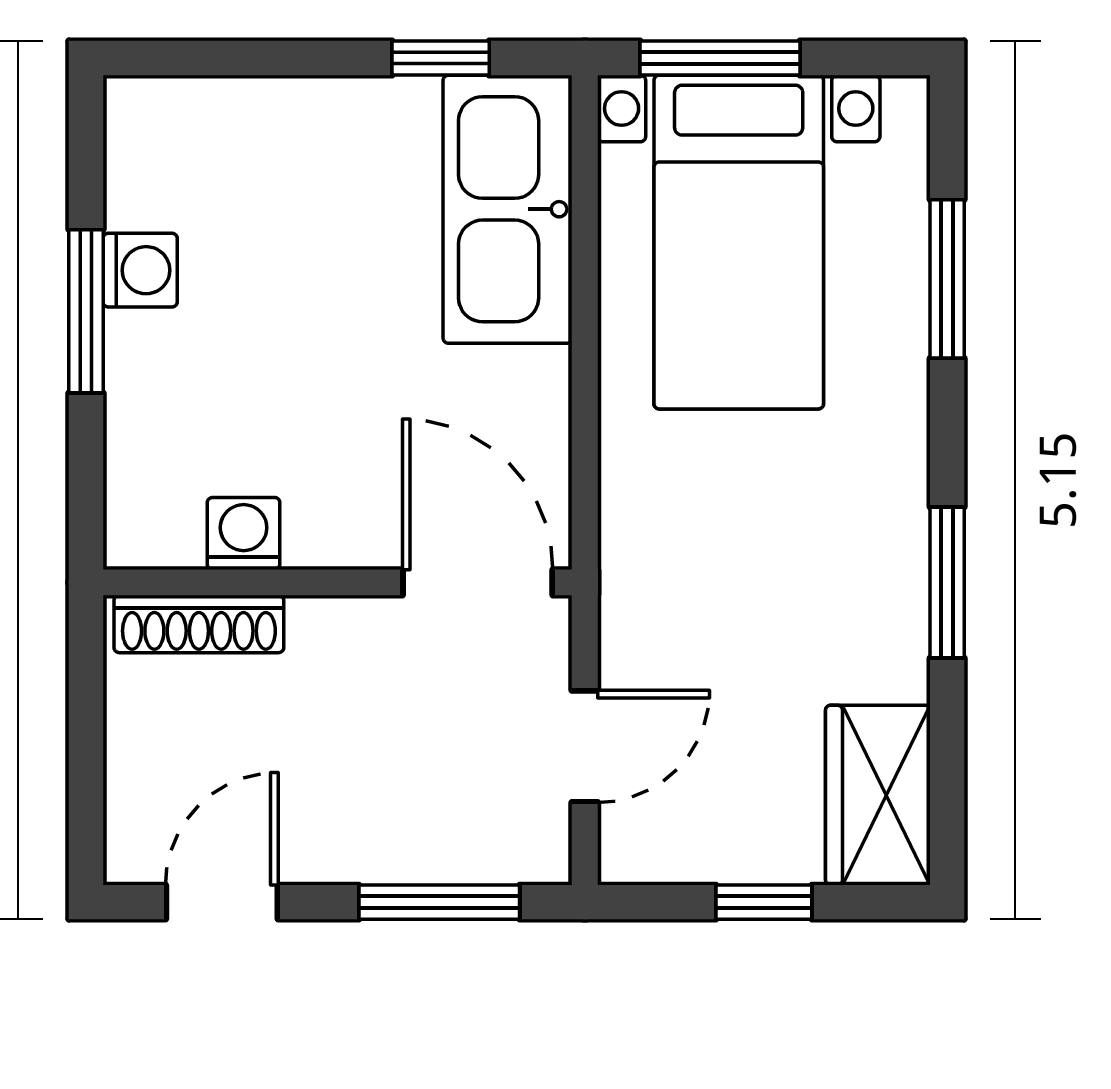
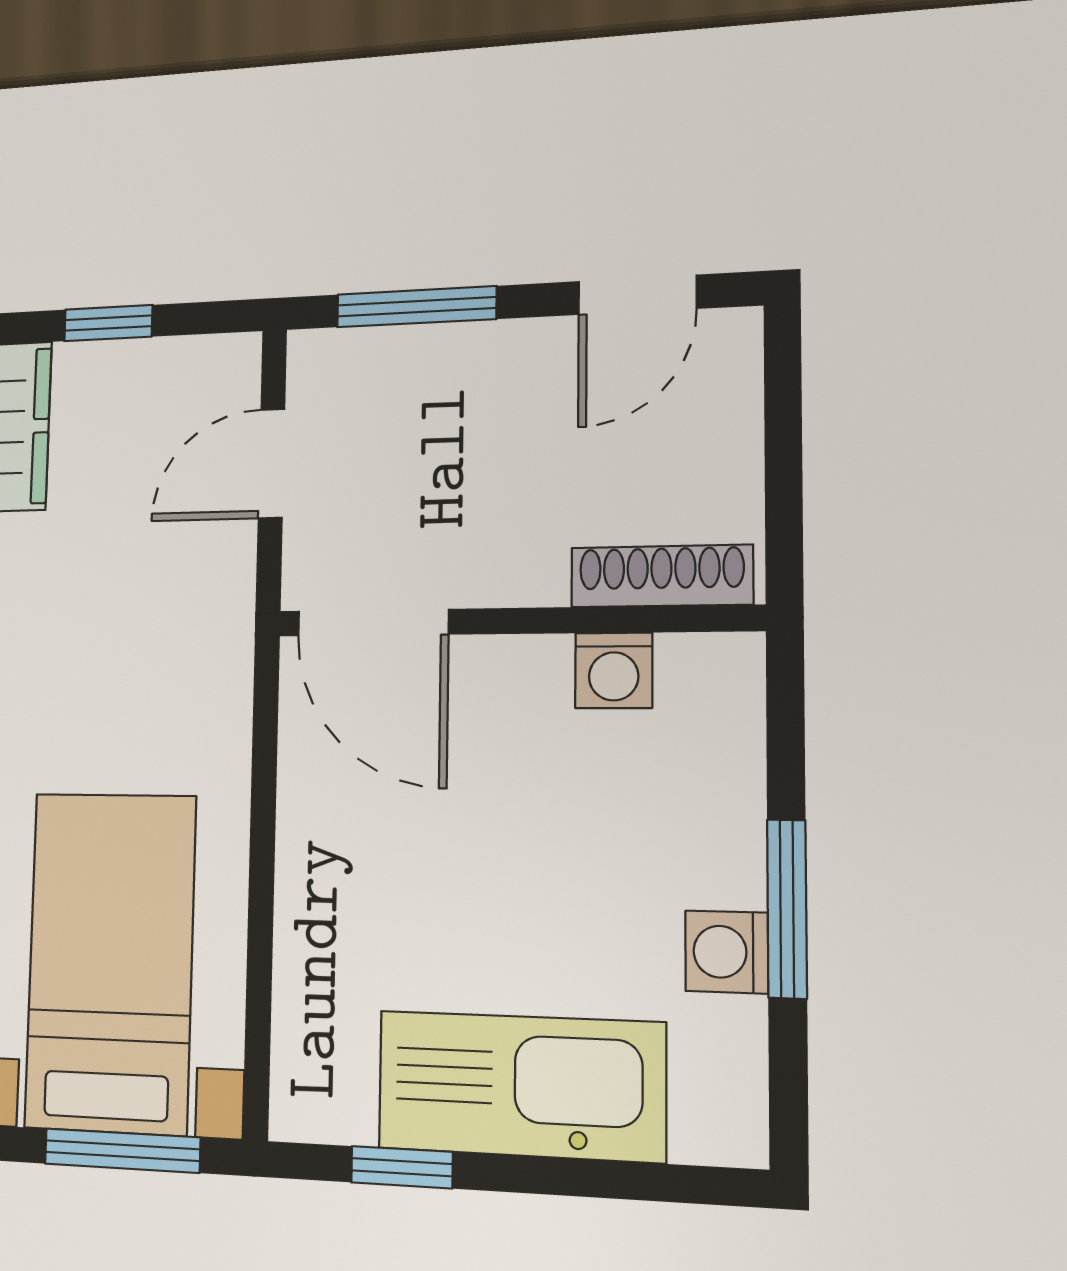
kitchen sink: (508, 209) -> (521, 1086), moved, turned -90

